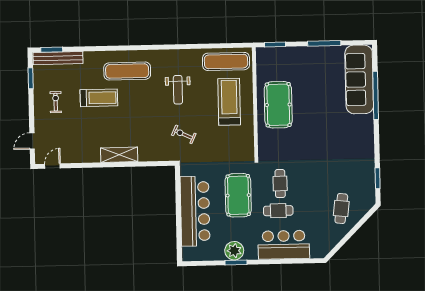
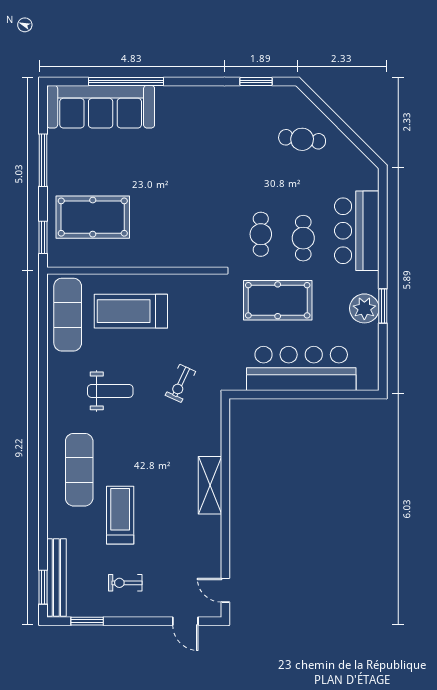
pool table: (278, 105) -> (93, 217), moved
cafe table: (280, 184) -> (261, 234), turned 90

